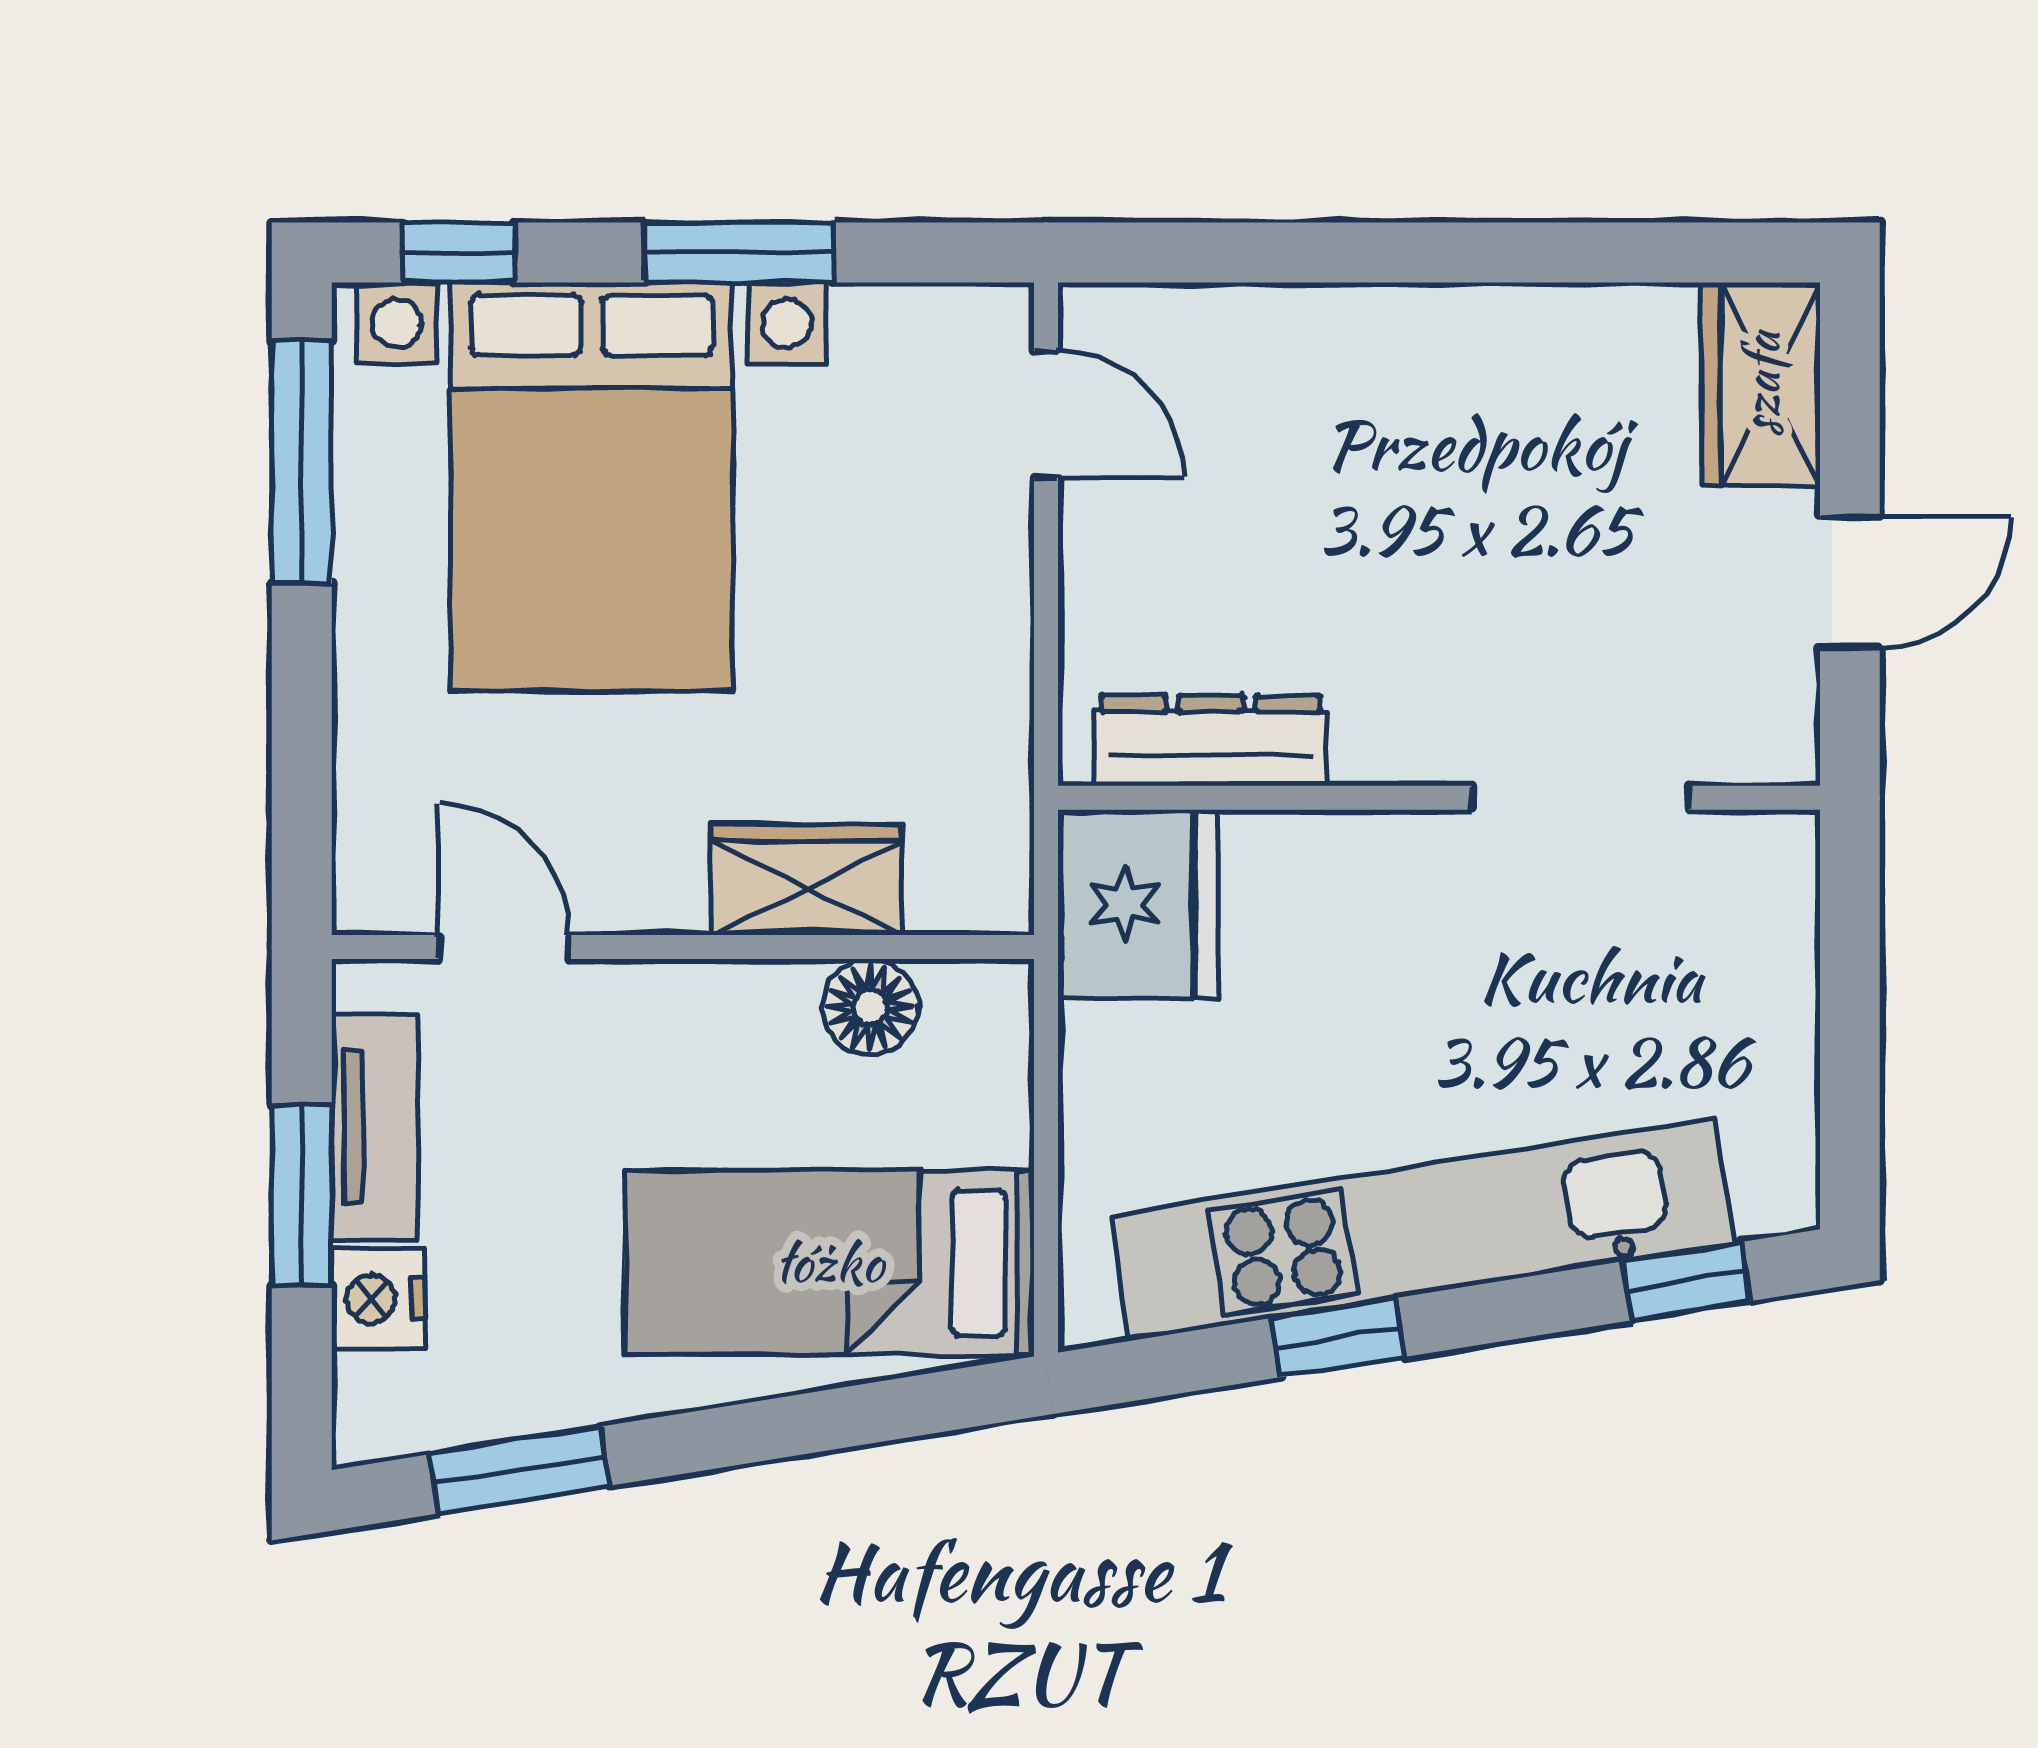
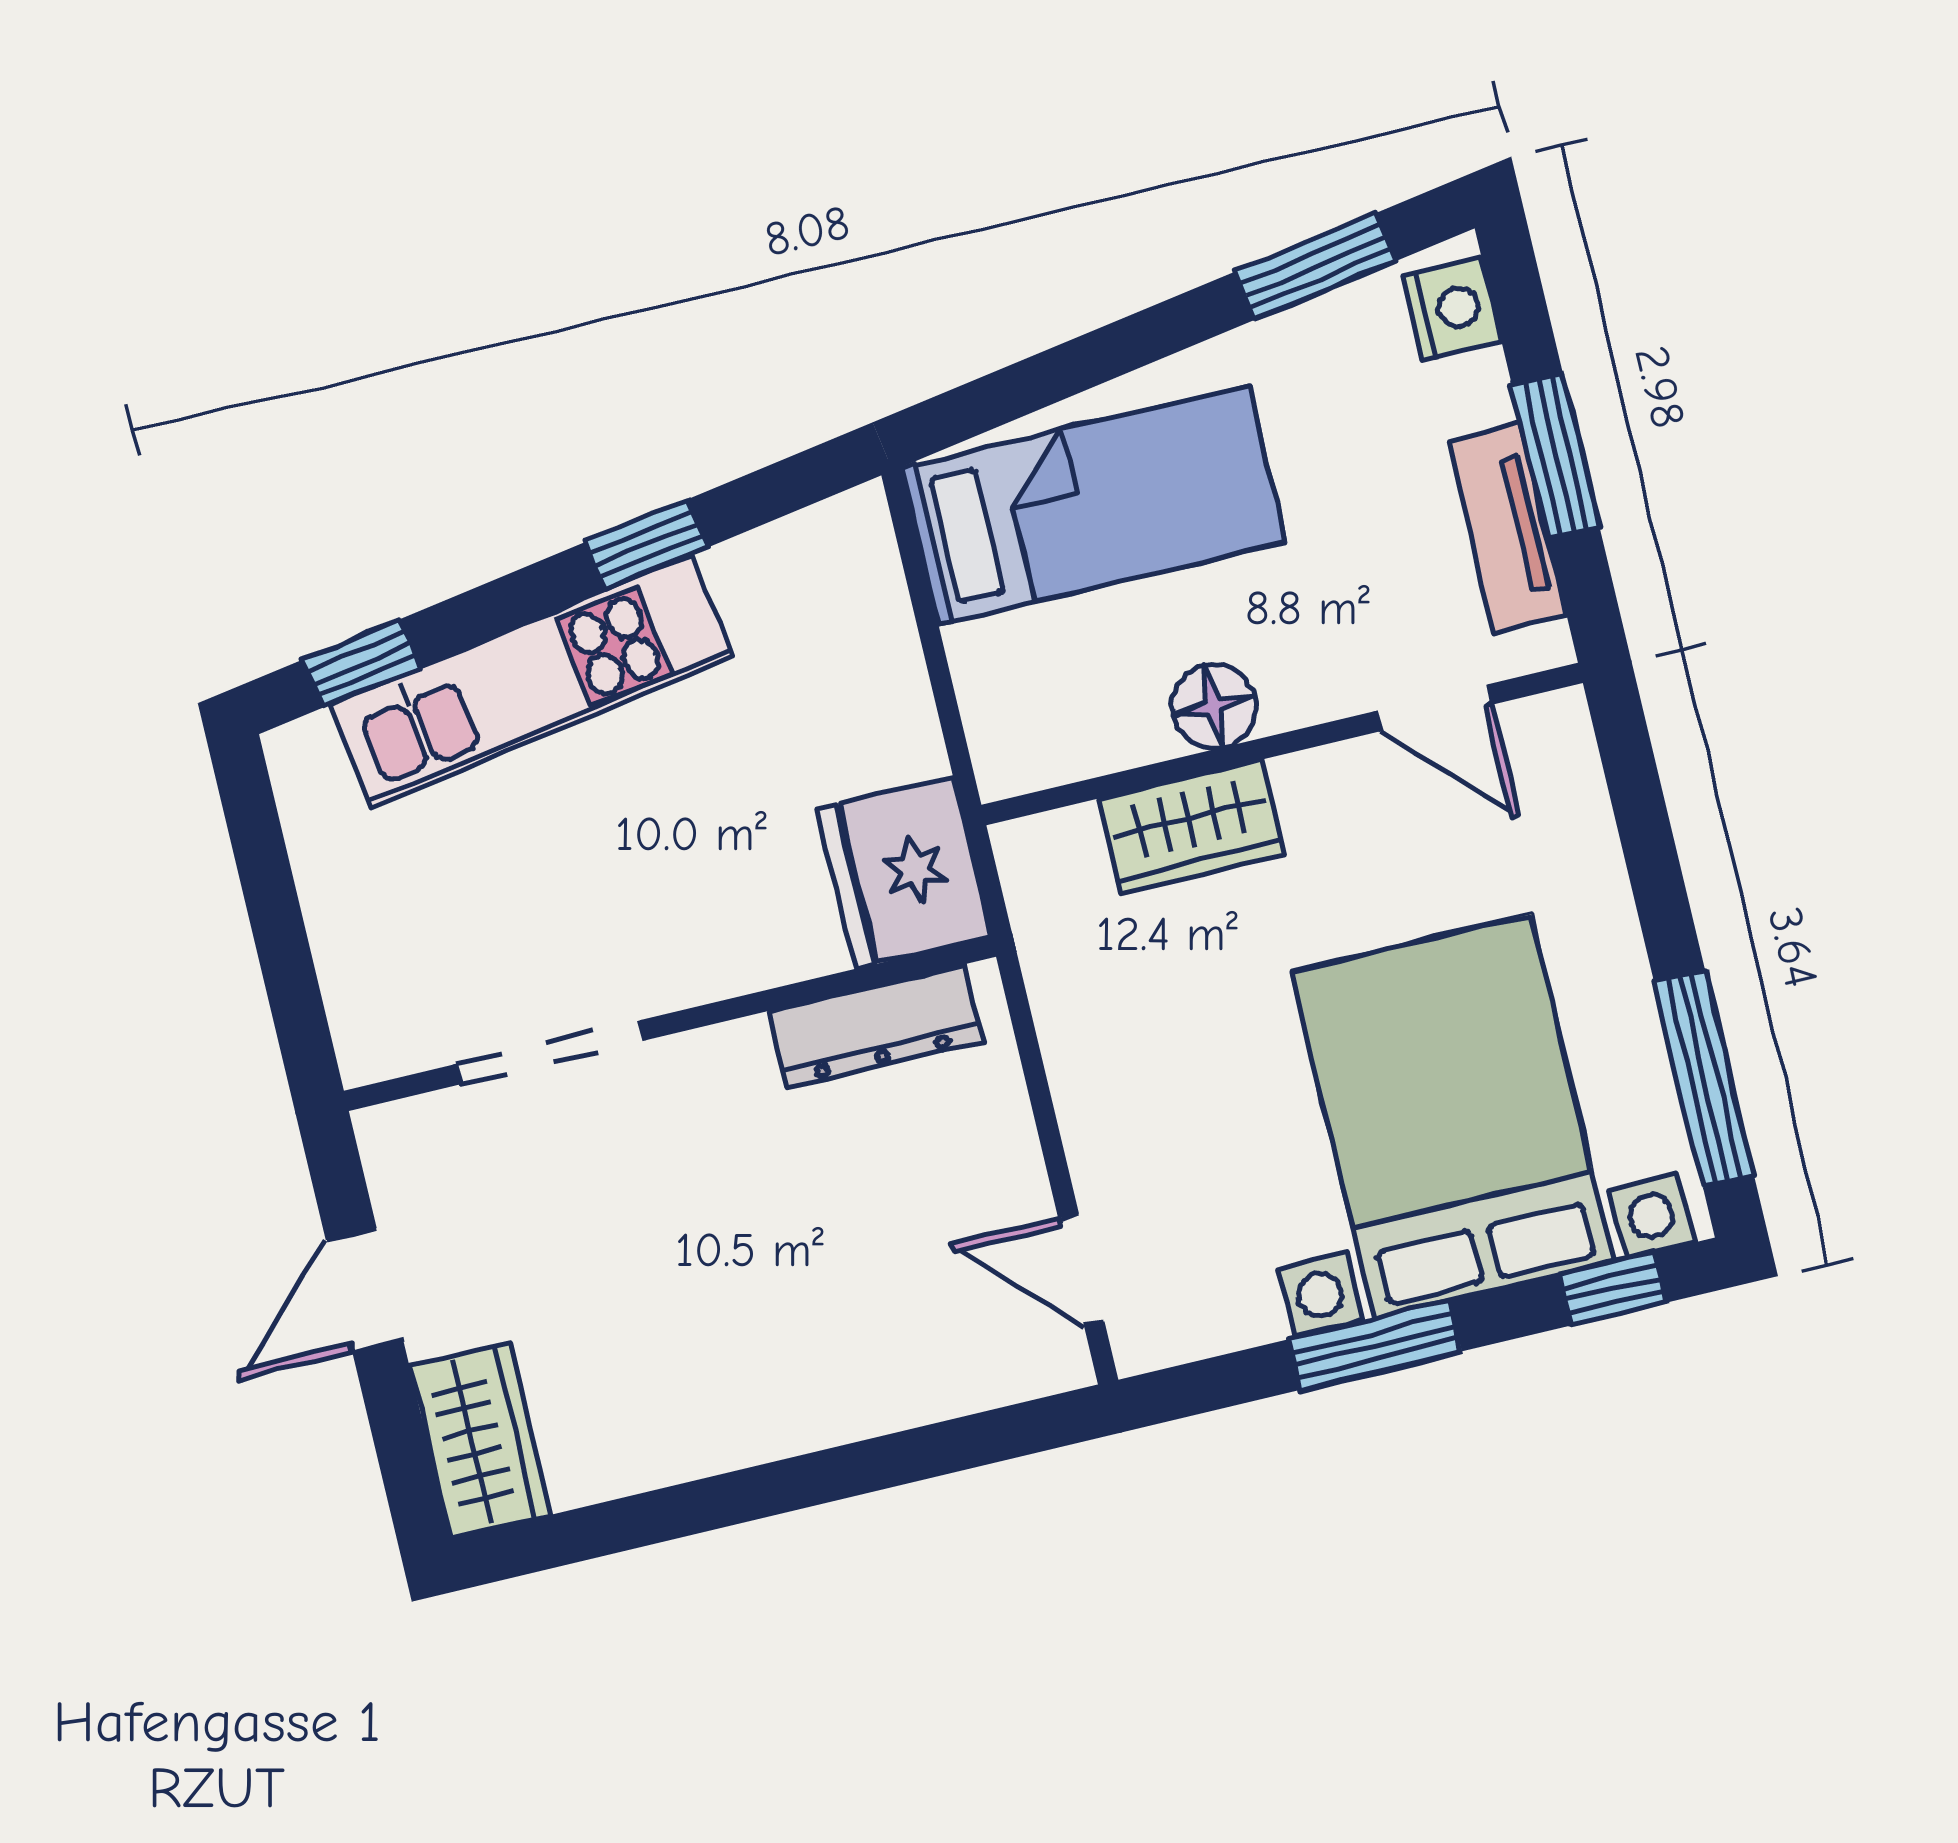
floor lamp: (870, 1007) -> (1214, 706), moved
kitchen unit: (1422, 1230) -> (531, 681), width x0.73
nightstand: (378, 1299) -> (1452, 309), moved

